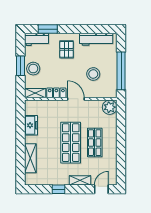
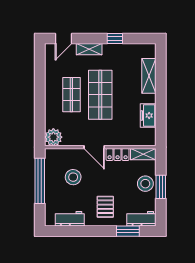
workbench: (96, 39) -> (70, 219), width x0.73

